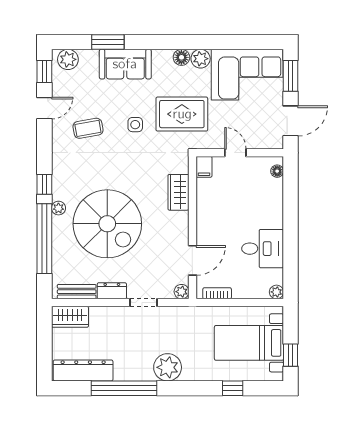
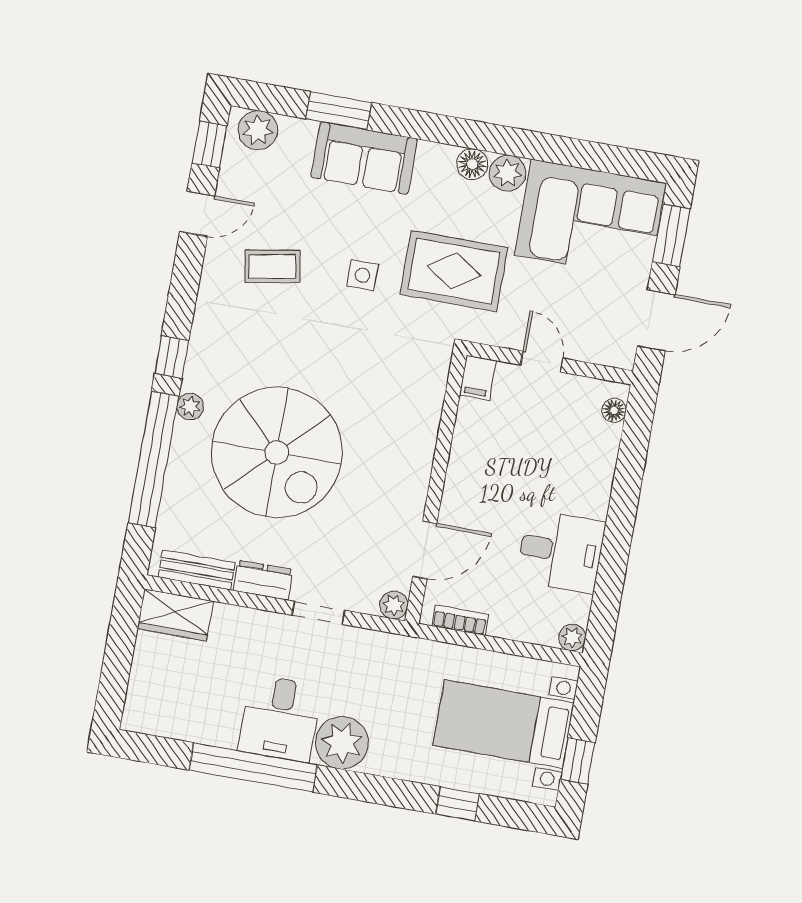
wardrobe: (178, 192) -> (421, 417), removed
desk: (133, 360) -> (280, 718), added
dresser: (83, 370) -> (182, 720), removed

